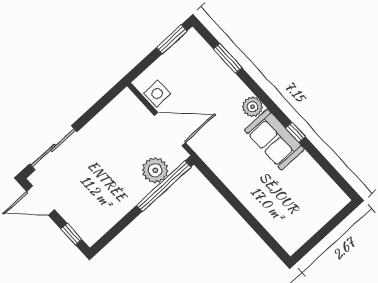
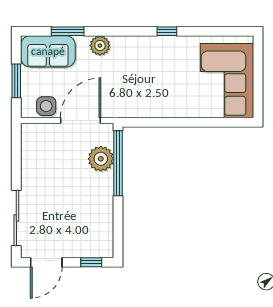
window: (172, 39) -> (16, 81), moved
plant: (252, 107) -> (100, 46), moved
sofa: (274, 139) -> (48, 51), moved
corner sofa: (300, 211) -> (227, 81), added

